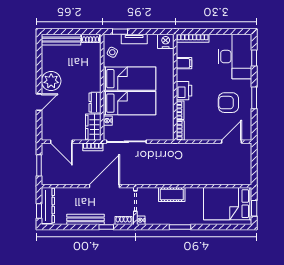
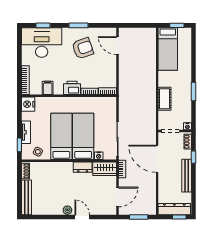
plant: (51, 81) -> (67, 210), width x0.53, depth x0.53
armchair: (228, 103) -> (83, 48), turned -109
bed: (228, 204) -> (168, 49), width x0.67

